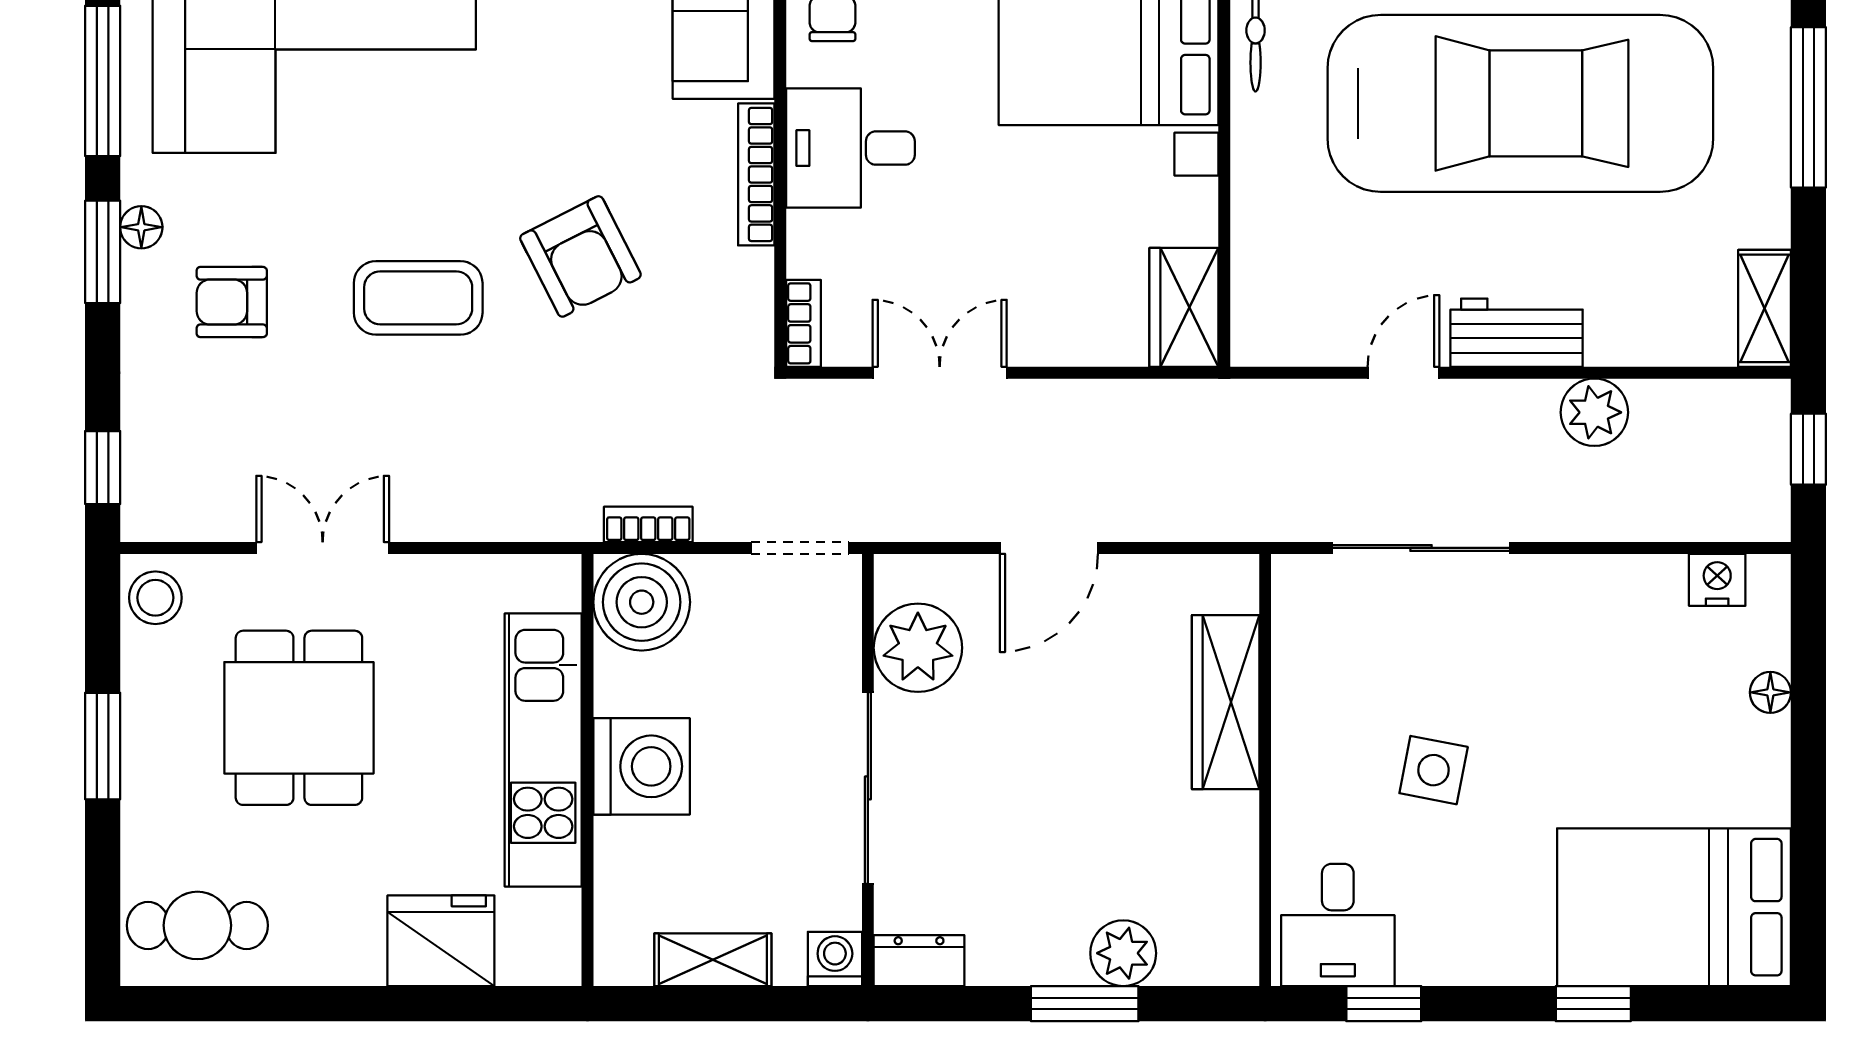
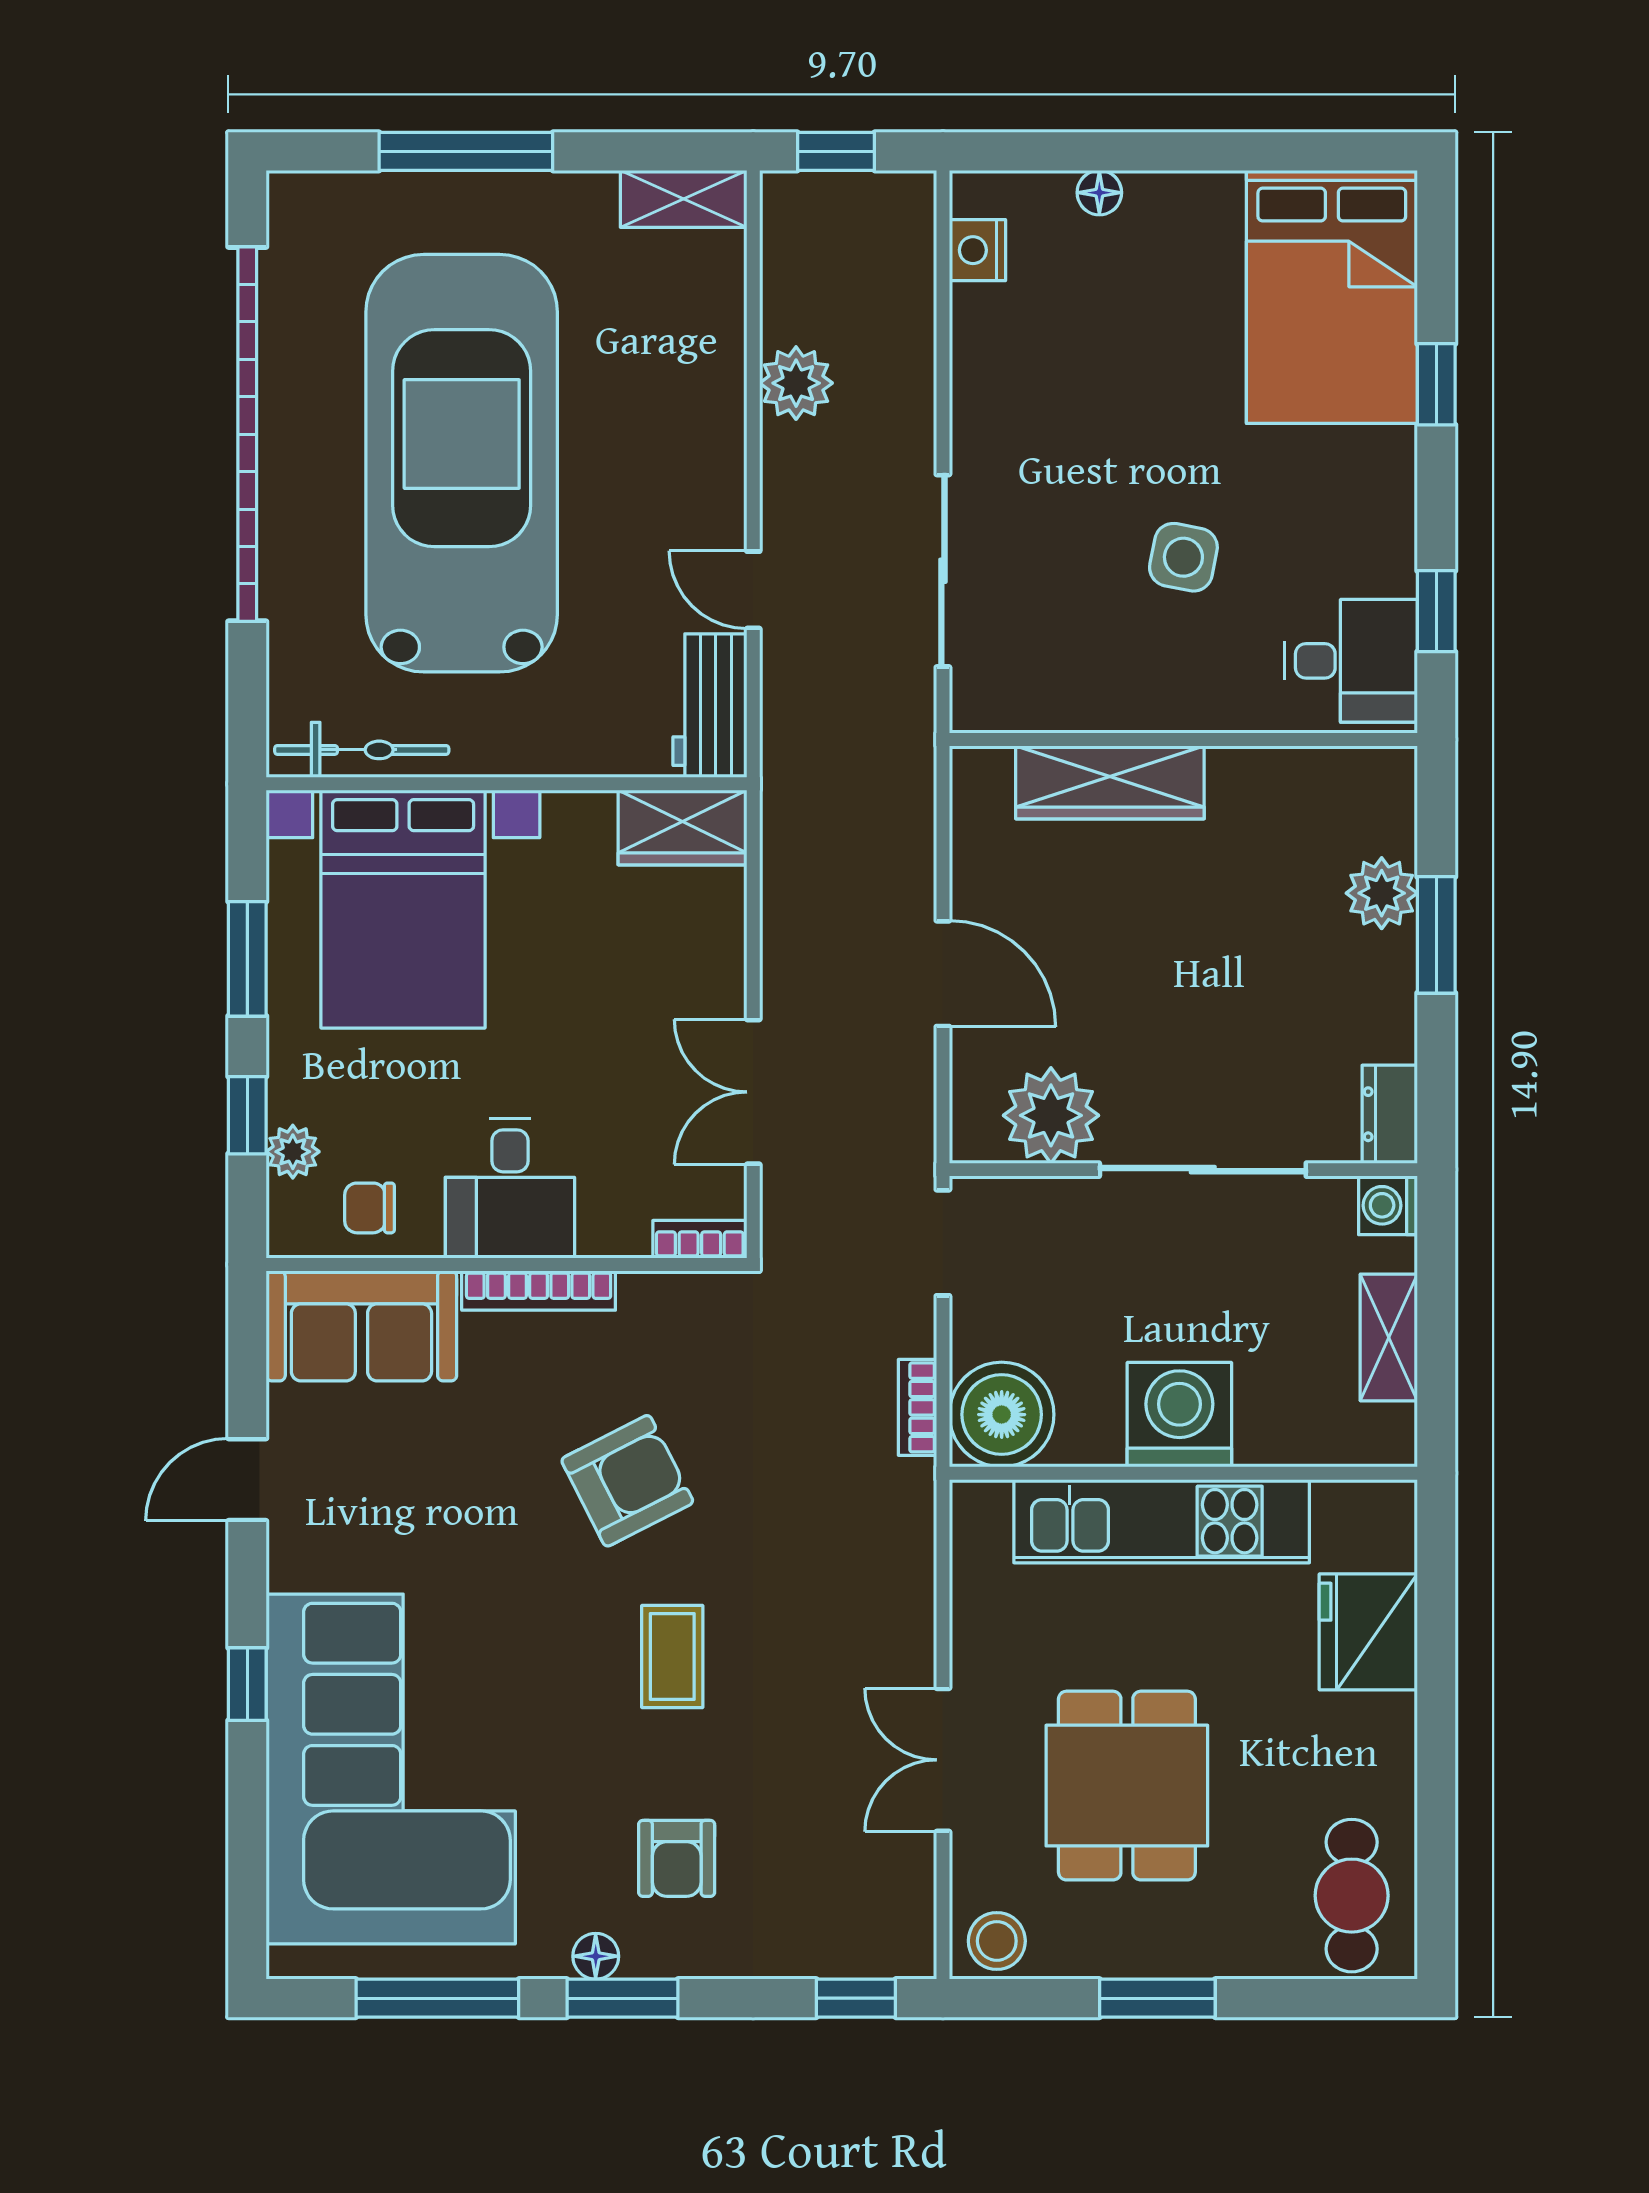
coffee table: (418, 298) -> (672, 1656), width x0.73, depth x0.77
workbench: (1517, 333) -> (710, 705), moved
dining table: (299, 718) -> (1127, 1786), turned 90

